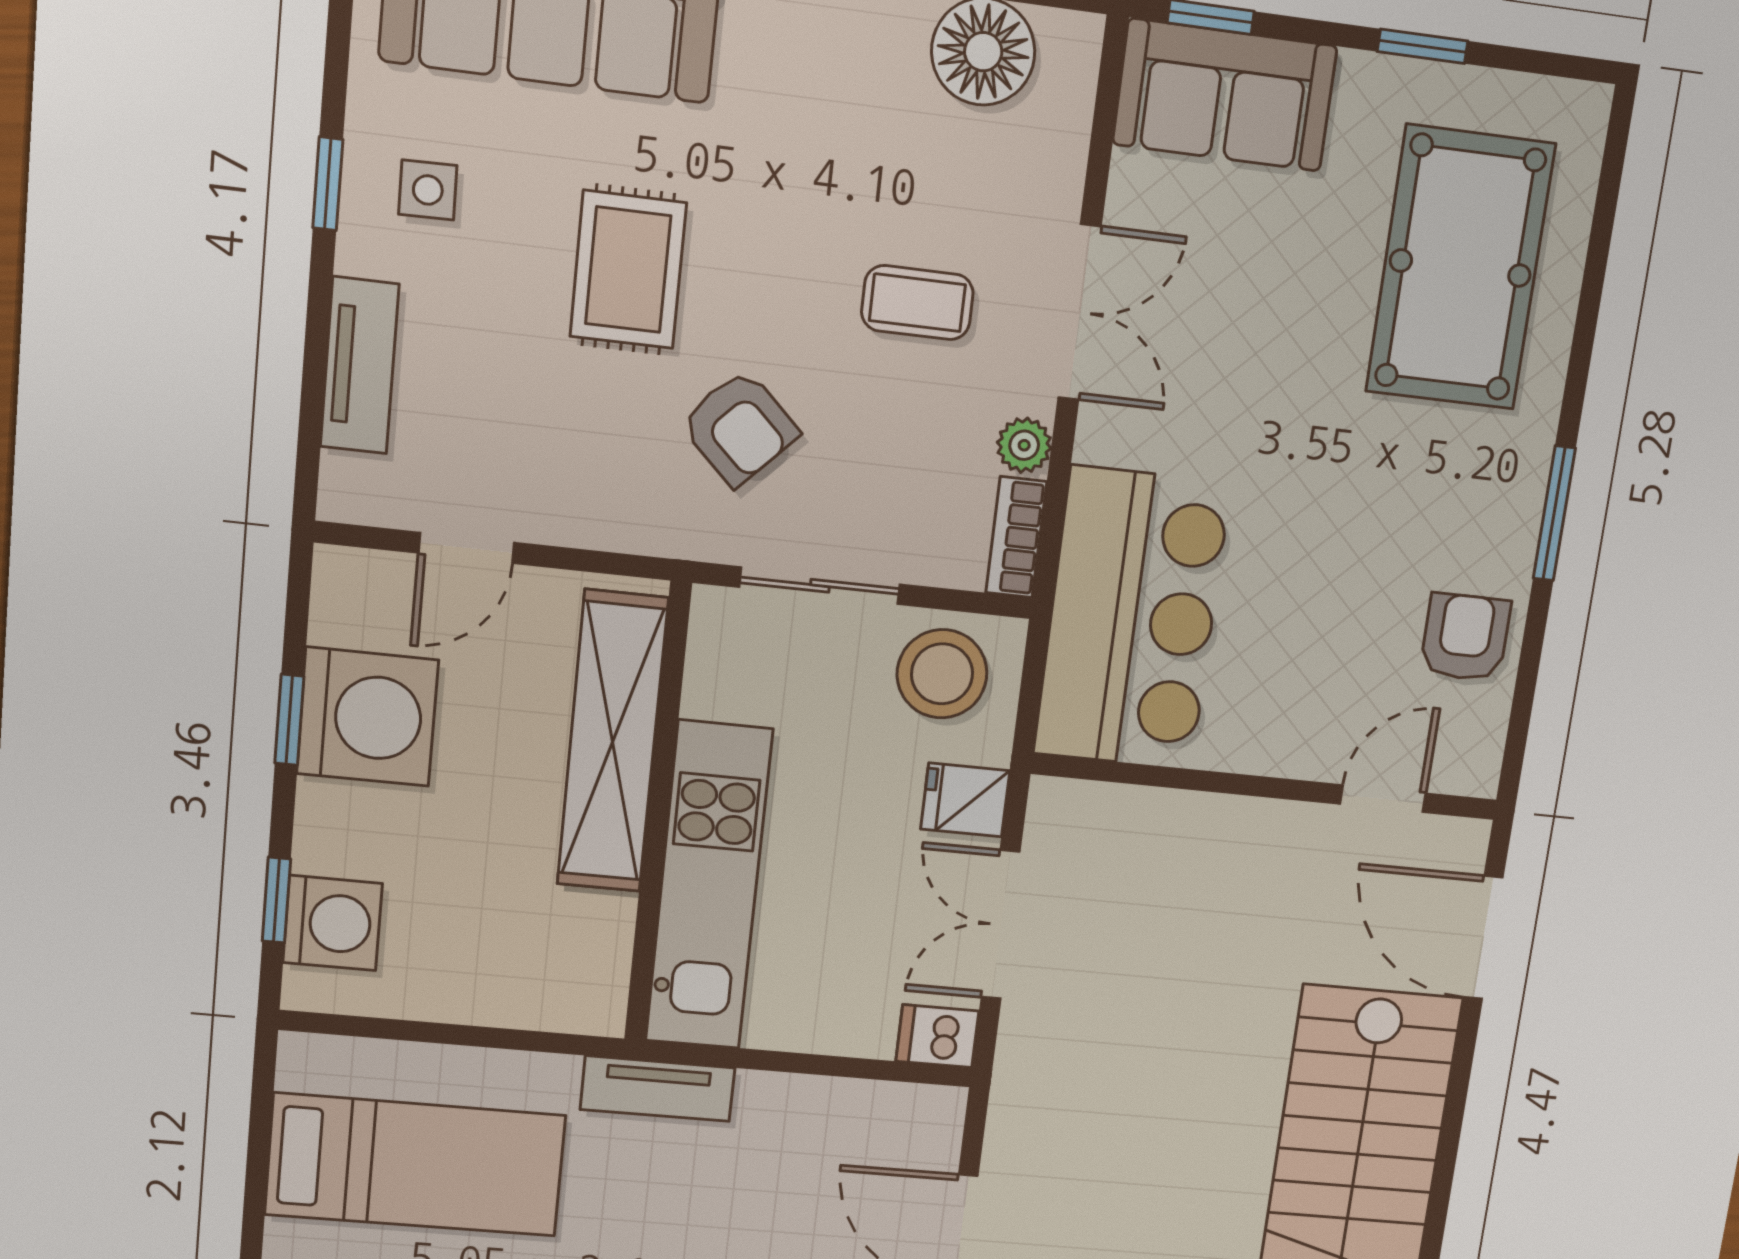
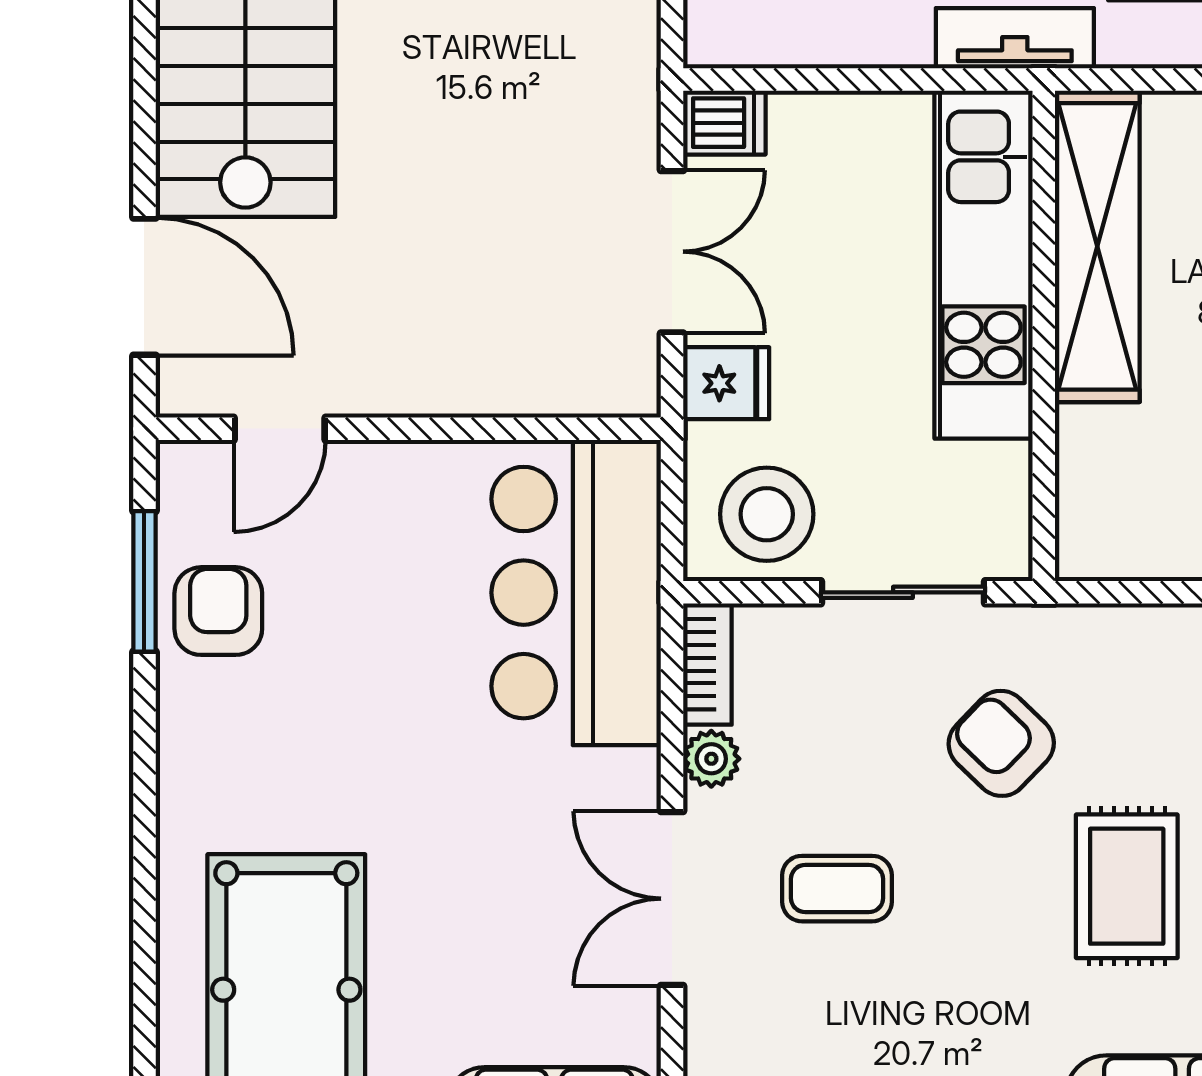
window: (1554, 513) -> (144, 581), moved
armchair: (1465, 637) -> (218, 611), turned 180
shelving: (612, 742) -> (1097, 246), moved

